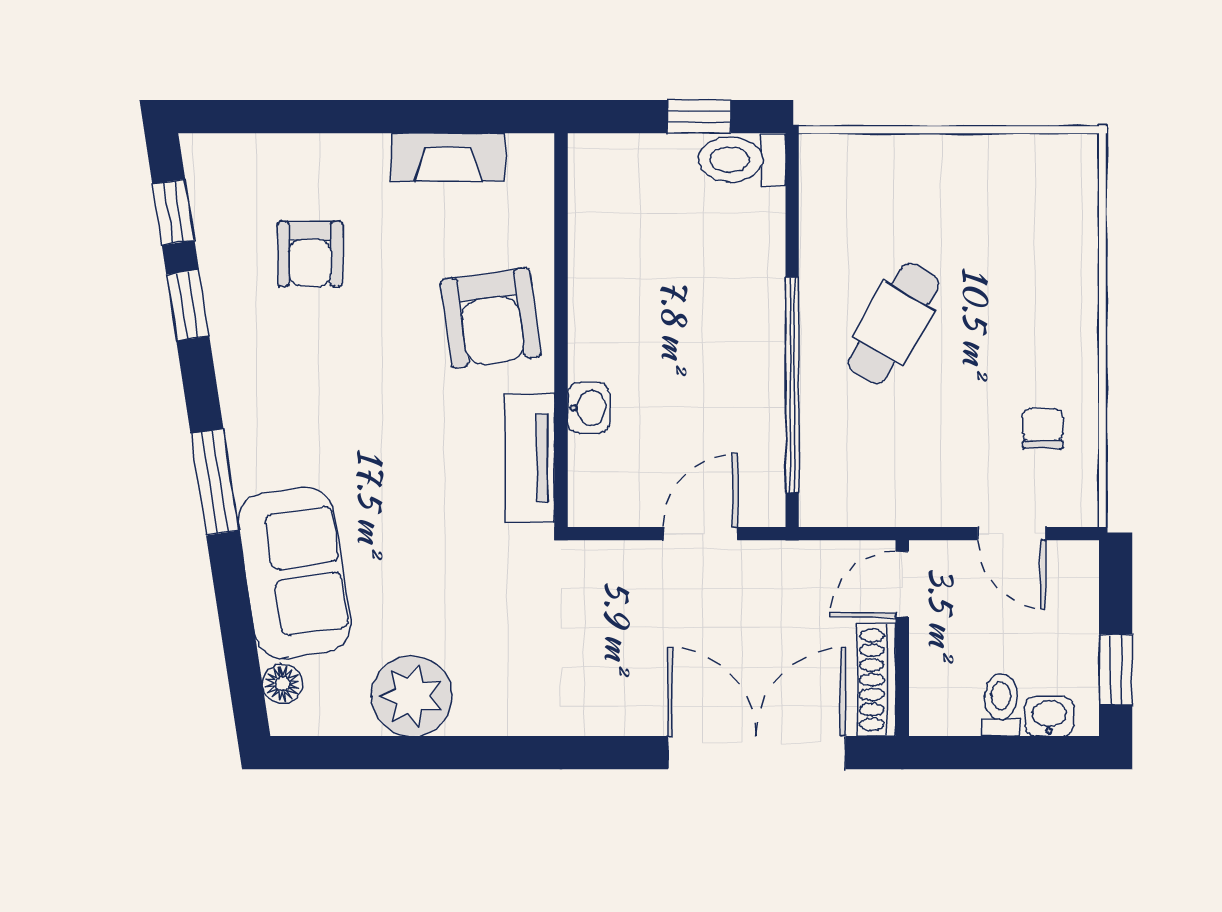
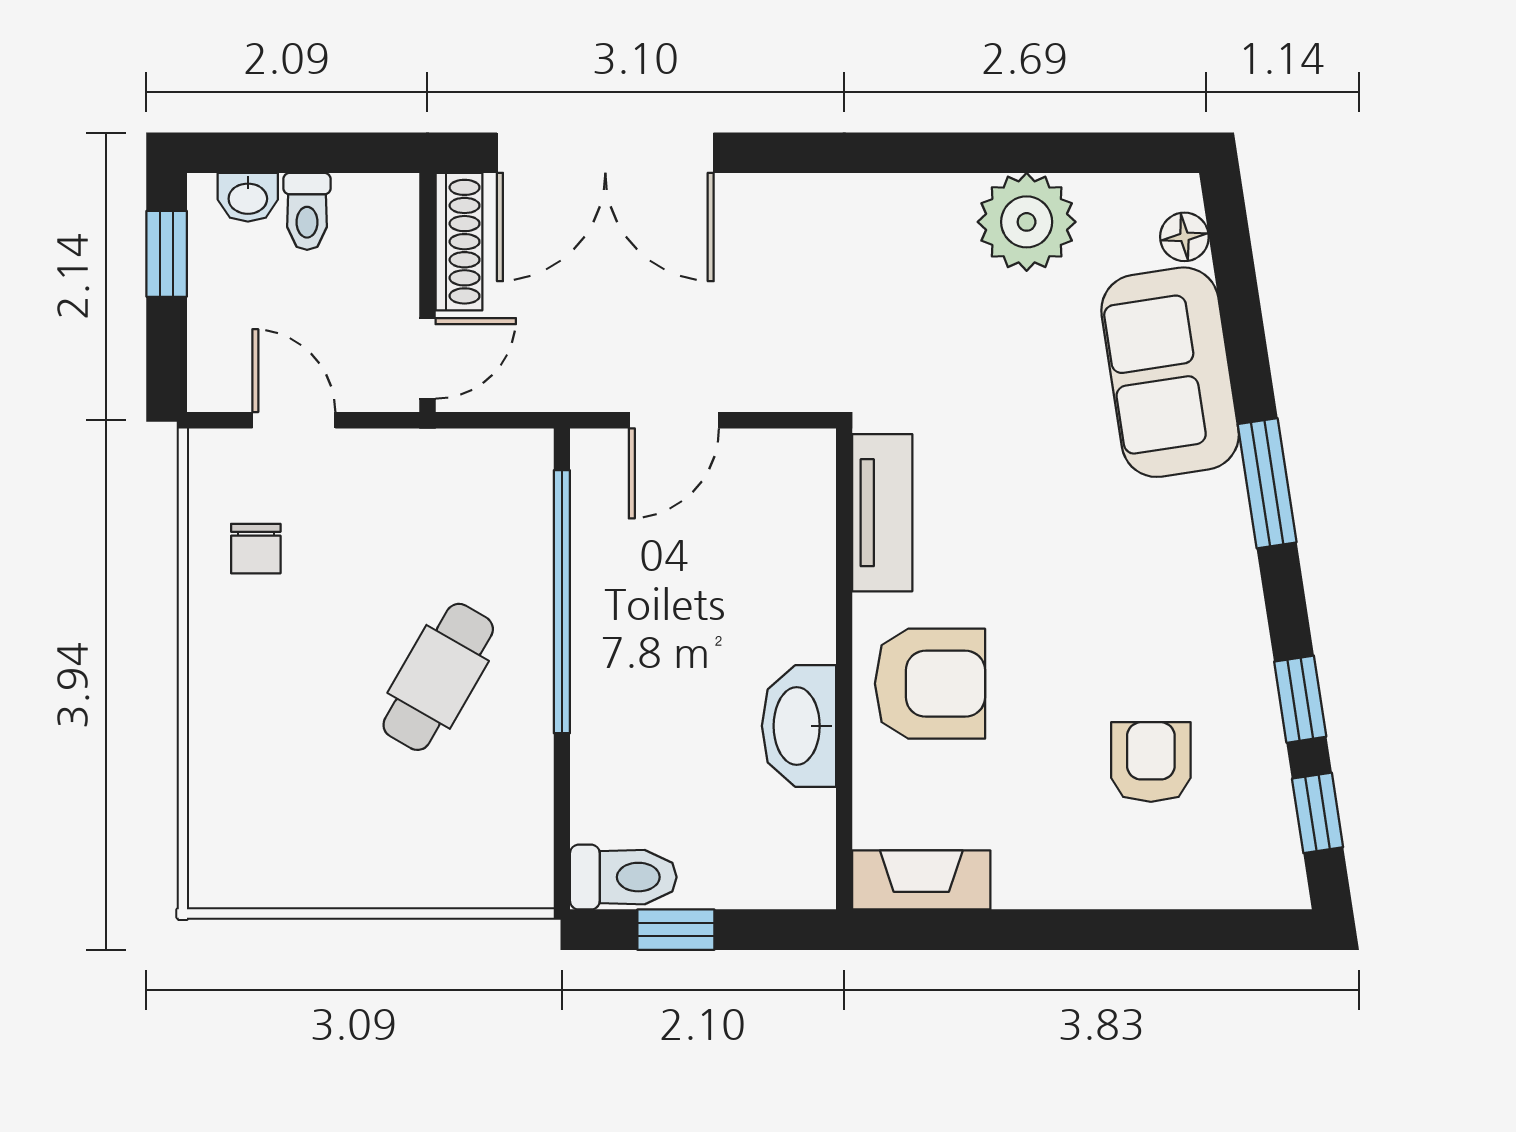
fireplace: (448, 157) -> (921, 880), moved
armchair: (491, 318) -> (930, 684), turned 98
washbasin: (589, 408) -> (799, 726), moved, width x1.91, depth x1.45

